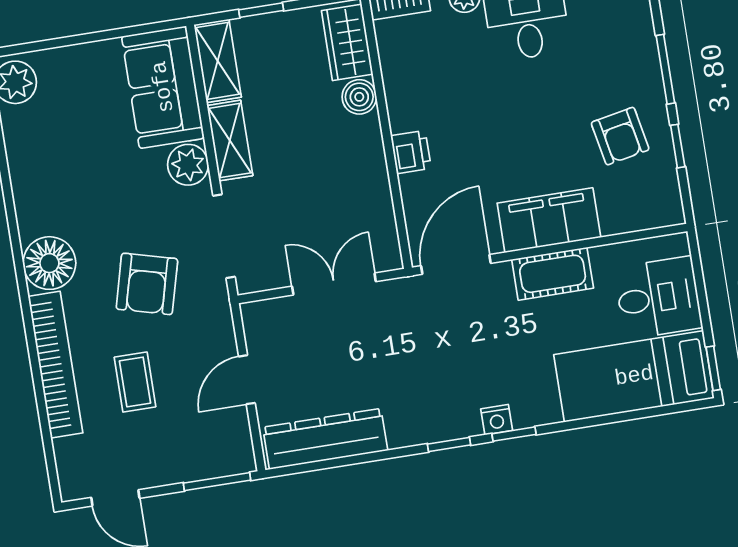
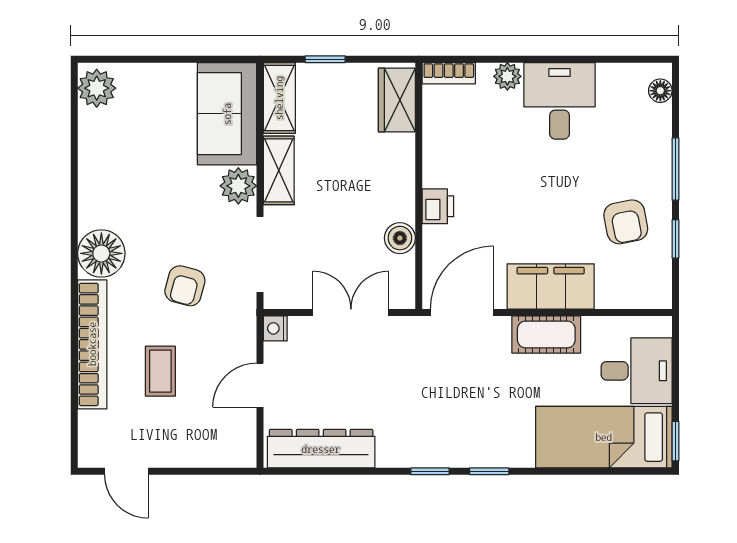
boiler: (359, 97) -> (400, 238), moved
armchair: (147, 284) -> (185, 286), width x0.72, depth x0.72
nightstand: (497, 420) -> (275, 328), moved, turned 90
window: (217, 482) -> (219, 471), removed

